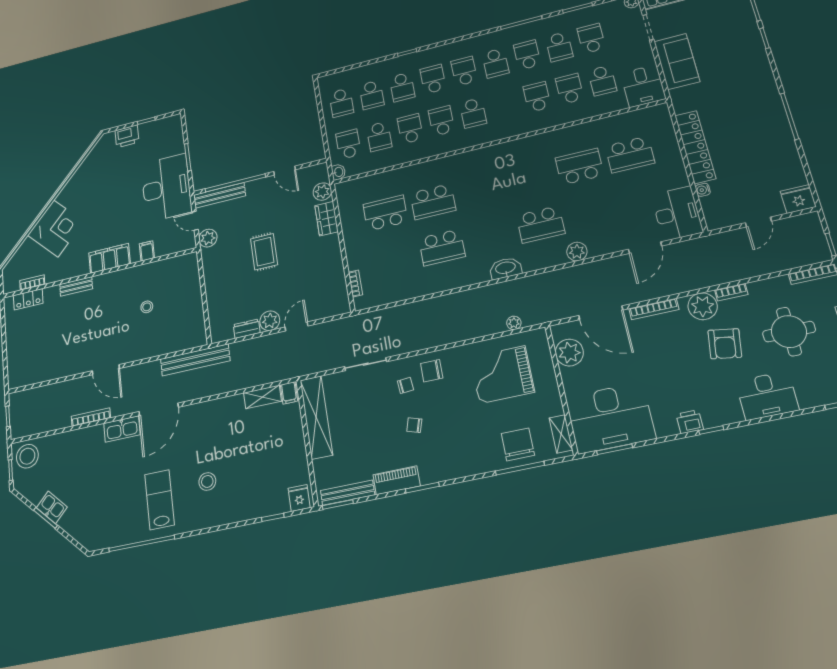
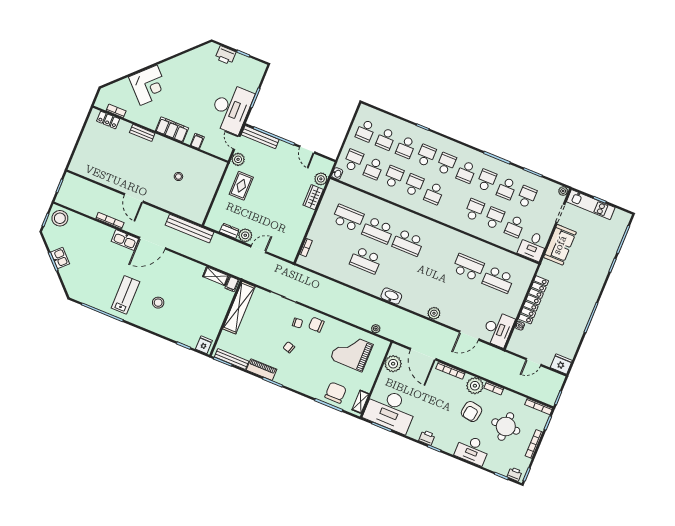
school desk: (541, 224) -> (408, 243), moved
rug: (264, 252) -> (241, 186), moved

